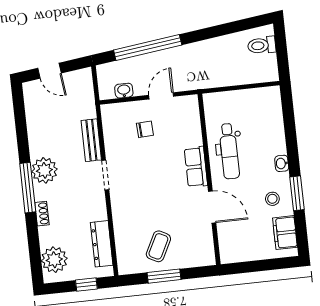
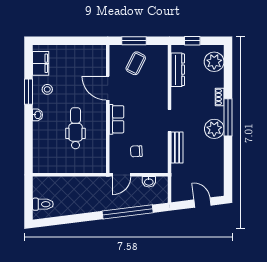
row of seats: (196, 167) -> (117, 119), moved
wall: (209, 179) -> (108, 109), moved
door: (212, 207) -> (108, 88), moved

